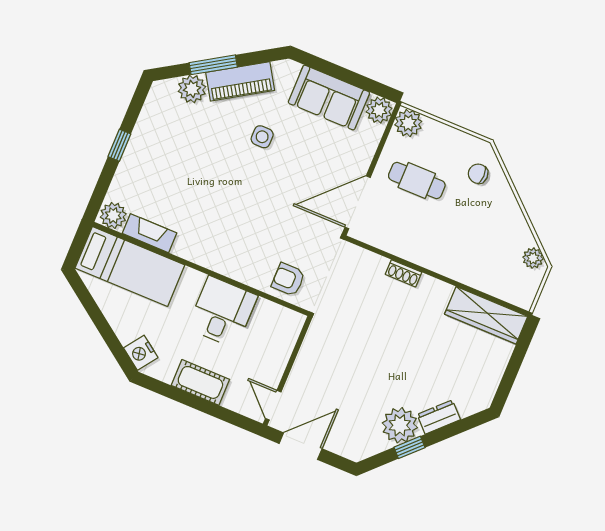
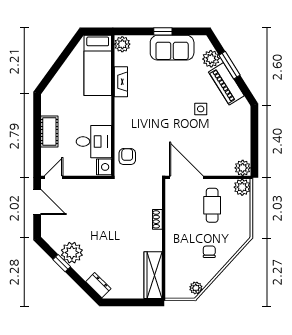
sofa: (329, 98) -> (172, 48), moved, turned -90
chair: (478, 174) -> (209, 252), moved
fireplace: (150, 233) -> (121, 82), moved
desk: (222, 312) -> (94, 142), moved
nightstand: (141, 353) -> (104, 167), moved, turned 144
dresser: (439, 417) -> (98, 285), moved

